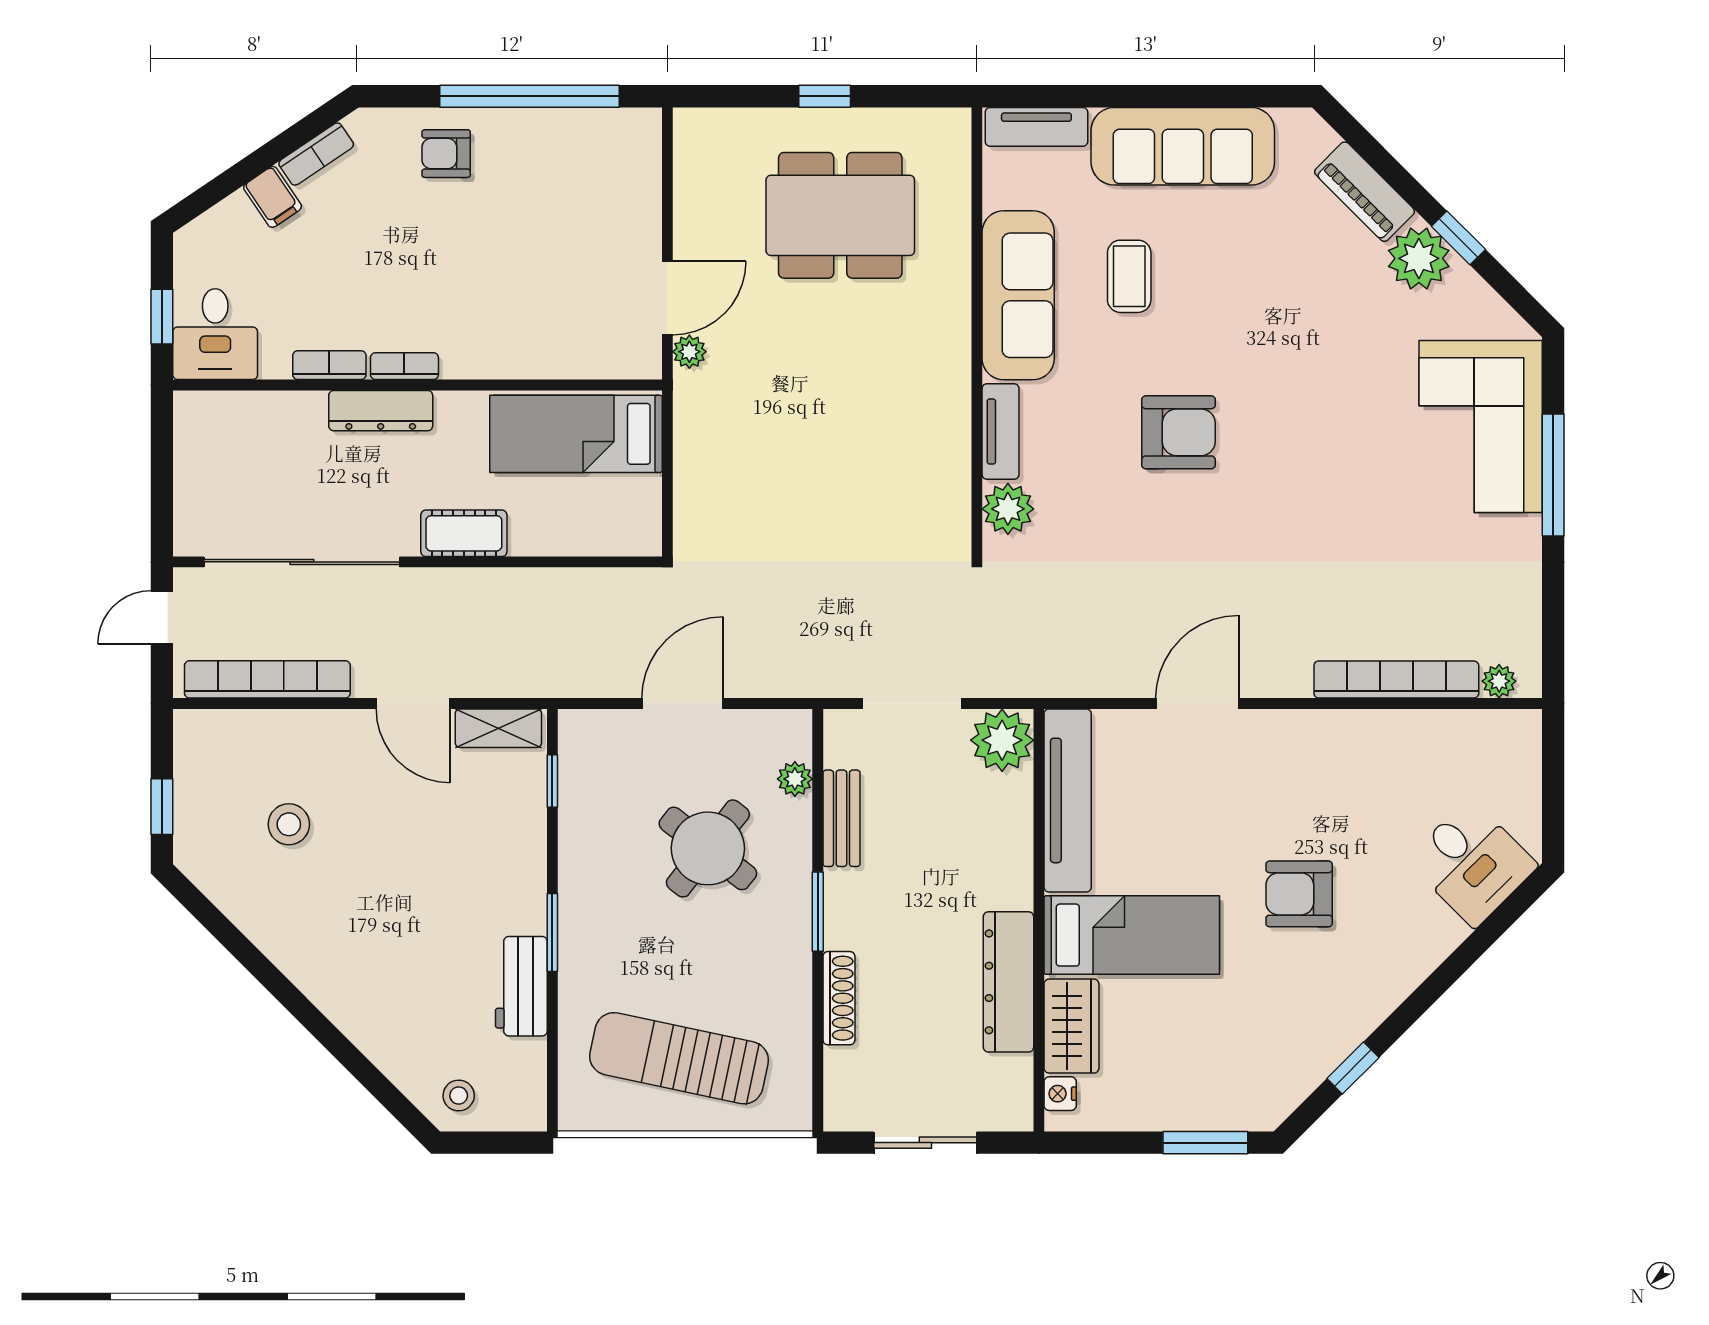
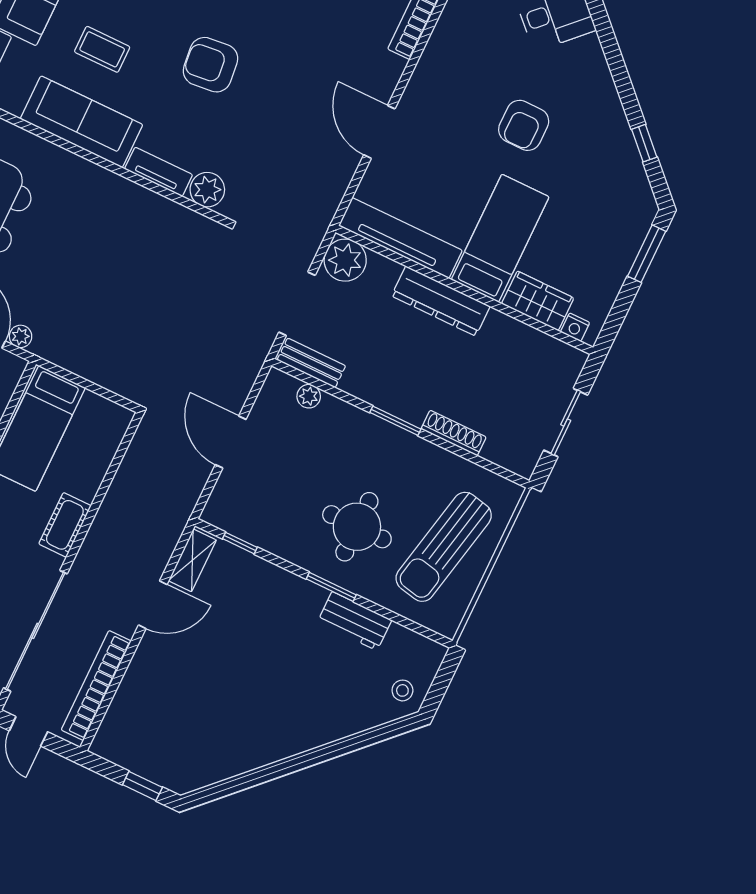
armchair: (1179, 432) -> (210, 65), turned -96
bench: (841, 818) -> (311, 363), moved
stool: (289, 824) -> (190, 715), removed
round table: (708, 848) -> (357, 527), moved, turned -38
dresser: (1008, 982) -> (441, 301), moved

